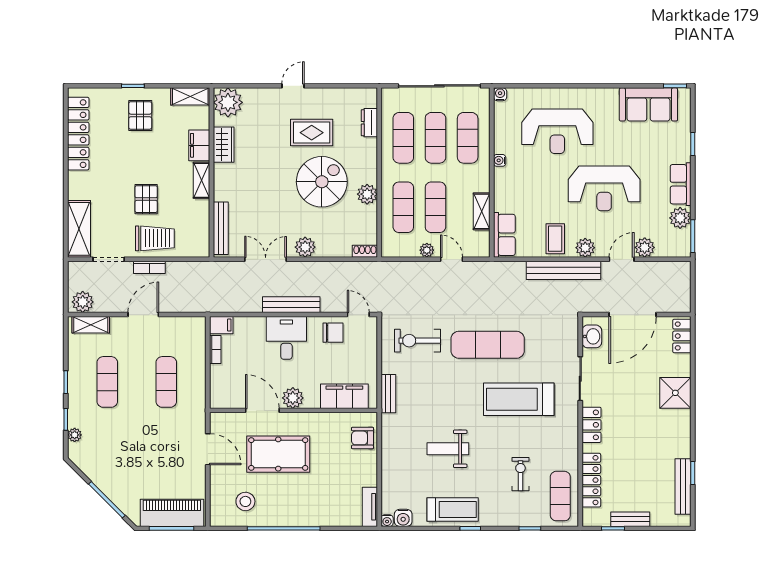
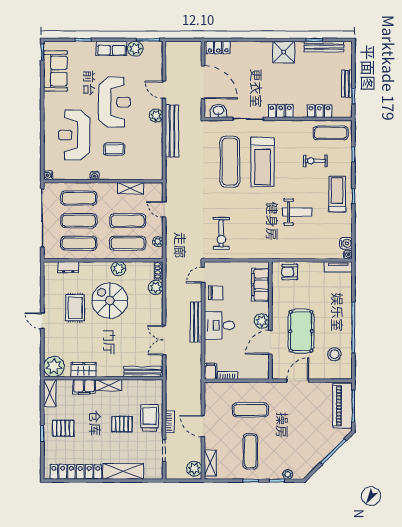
reception desk: (557, 131) -> (74, 135), turned 180
shelving: (79, 229) -> (123, 471), moved
row of seats: (504, 235) -> (147, 172), removed
coffee table: (555, 239) -> (114, 149), moved
plant: (305, 247) -> (156, 287), moved
plant: (645, 247) -> (156, 74), removed
plant: (427, 250) -> (158, 242), moved
door: (452, 259) -> (164, 209), hinge flipped
chair: (333, 333) -> (216, 293), turned 90
exercise mat: (488, 345) -> (230, 162), moved
exercise mat: (107, 382) -> (250, 451), turned 90
shower: (675, 393) -> (284, 52), moved
bench: (388, 394) -> (259, 254), removed
armchair: (363, 438) -> (290, 272), turned 90
weight bench: (448, 449) -> (297, 212), turned -90
locker: (591, 480) -> (319, 111), width x0.66
treadmill: (453, 510) -> (337, 194), moved

